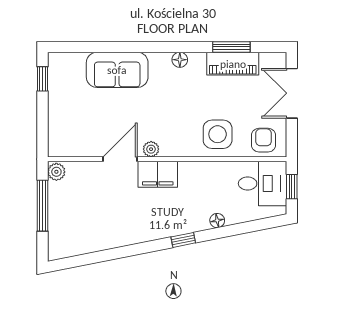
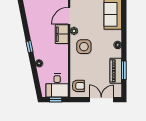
side table: (218, 134) -> (84, 47), moved
door: (120, 159) -> (69, 16), swing flipped

